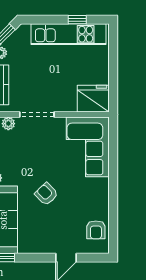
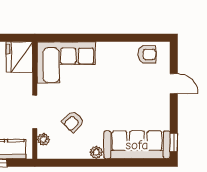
armchair: (46, 194) -> (73, 122), moved

